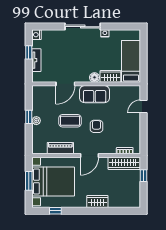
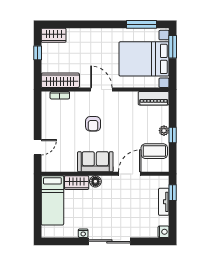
window: (29, 52) -> (173, 193), moved
coffee table: (70, 121) -> (154, 151), moved
piano: (60, 148) -> (154, 98), moved
door: (89, 155) -> (101, 89), hinge flipped
window: (144, 176) -> (38, 53), moved
window: (29, 181) -> (173, 47), moved
wardrobe: (97, 202) -> (54, 35), moved
window: (55, 211) -> (141, 24), width x2.17

